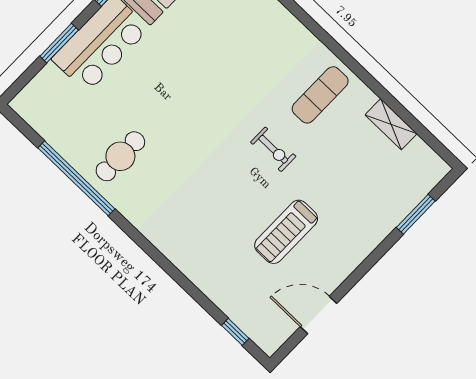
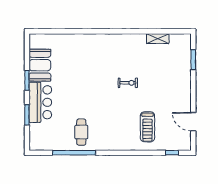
exercise mat: (320, 95) -> (126, 51), removed
treadmill: (286, 232) -> (147, 127), moved
door: (318, 315) -> (193, 122), hinge flipped

